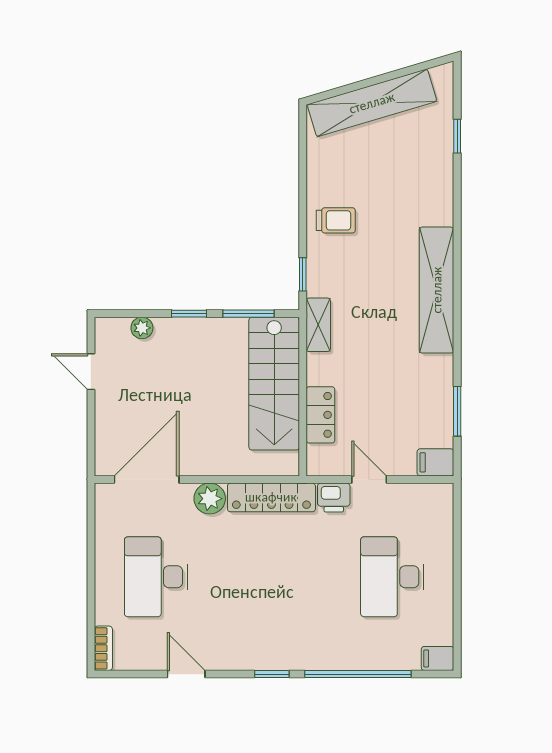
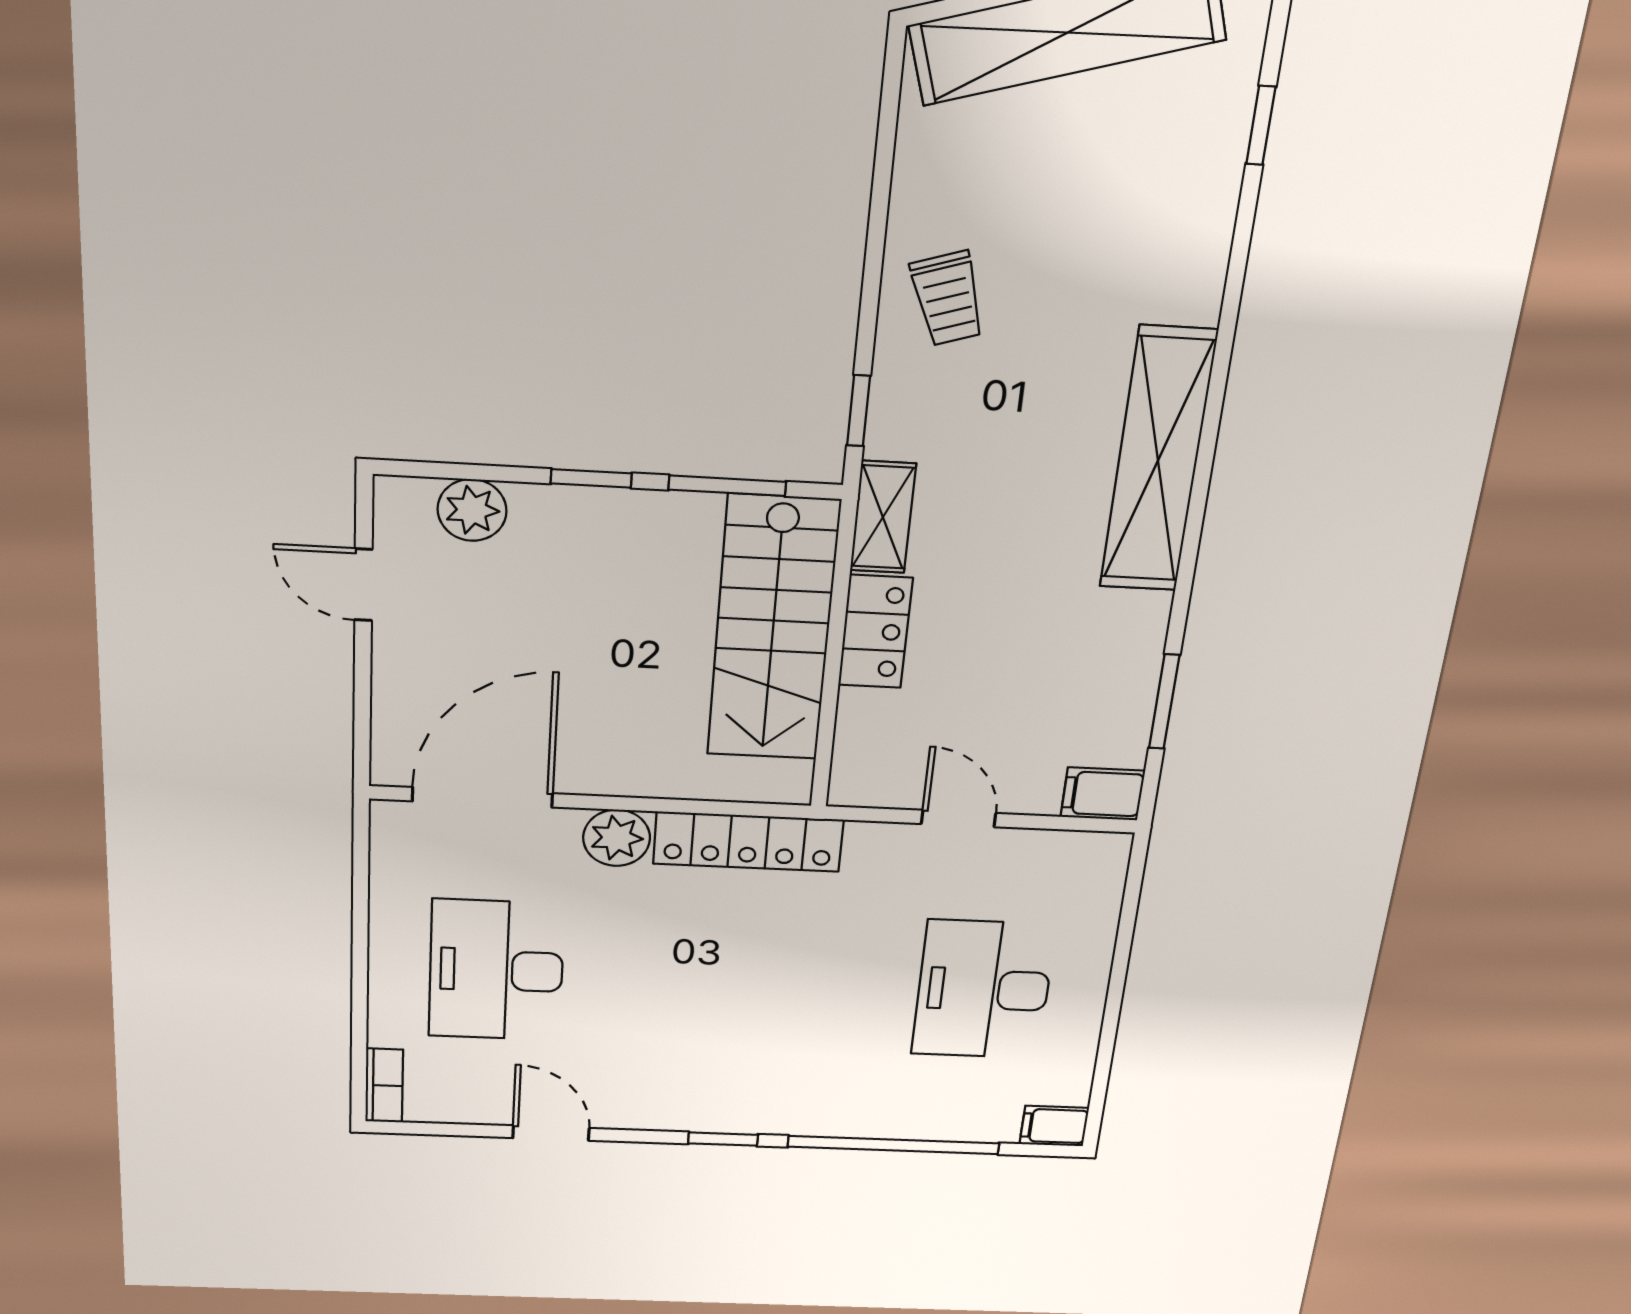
trolley: (336, 220) -> (948, 298), turned 72
plant: (142, 328) -> (472, 510), width x1.38, depth x1.38
locker: (320, 415) -> (875, 632), moved
printer: (334, 498) -> (880, 848), removed

